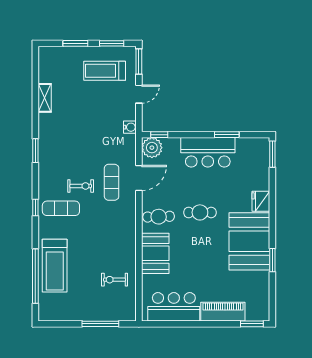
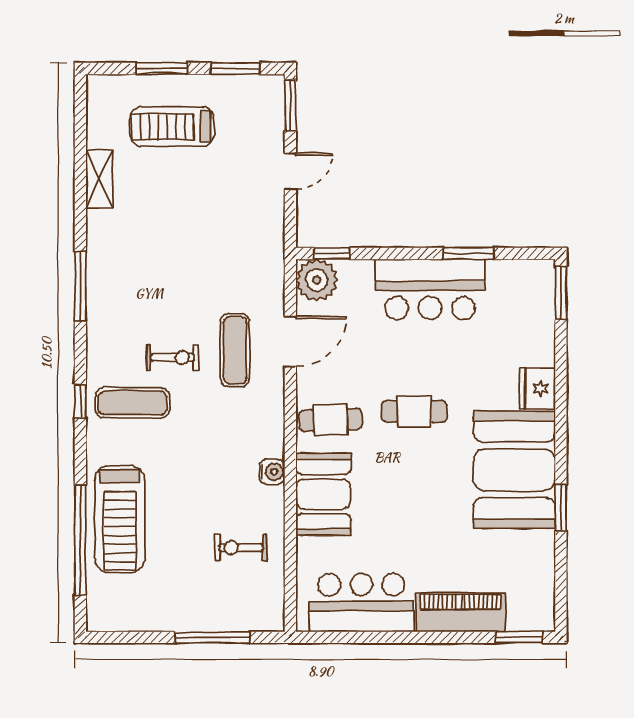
treadmill: (105, 71) -> (172, 127), moved
water cooler: (130, 127) -> (272, 472), moved
window: (35, 151) -> (80, 286), width x1.44

